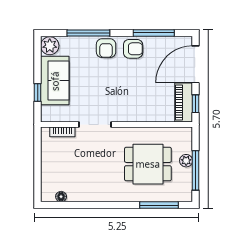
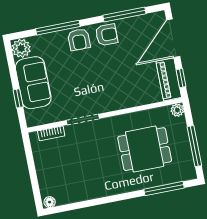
plant: (186, 161) -> (177, 110), moved
floor lamp: (61, 197) -> (50, 202), moved

